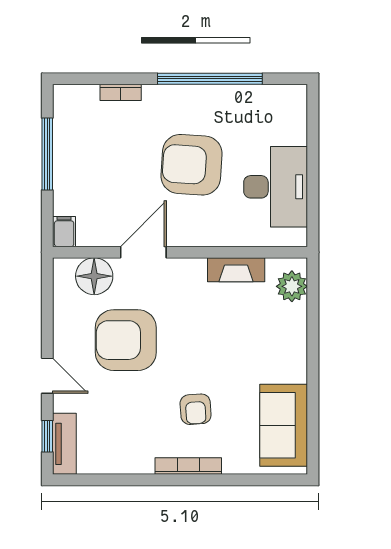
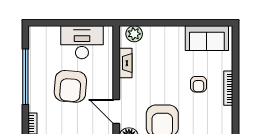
armchair: (196, 409) -> (198, 84), turned 94

